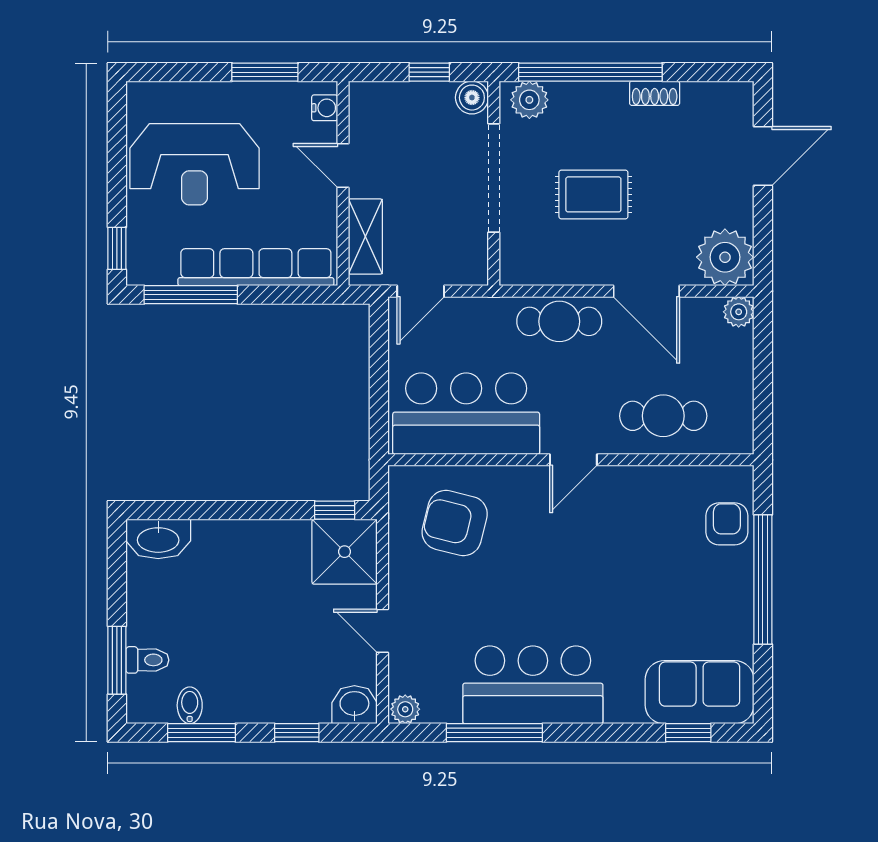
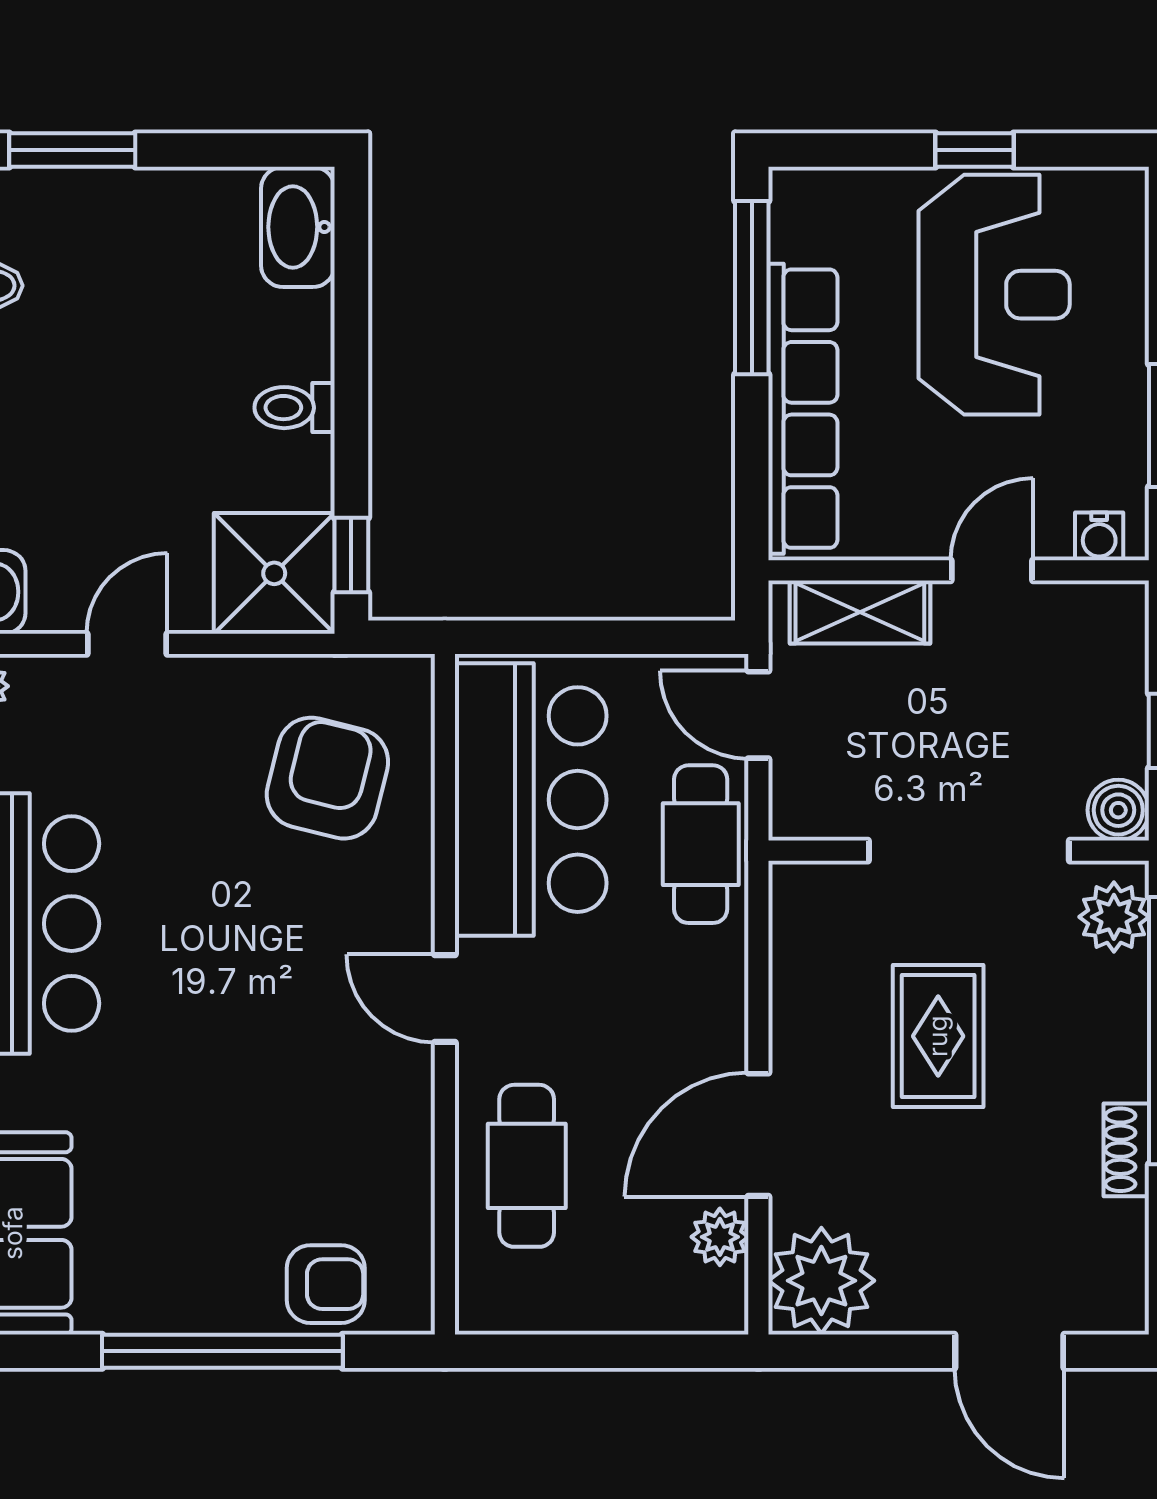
reception desk: (195, 164) -> (994, 295), turned 180
window: (117, 248) -> (975, 150), moved
plant: (739, 312) -> (720, 1237), moved
cafe table: (559, 321) -> (701, 844), moved
toilet: (147, 660) -> (295, 408), moved, turned 90

